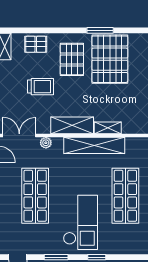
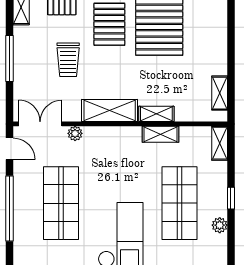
trolley: (41, 87) -> (68, 60), turned 90
shelving: (94, 145) -> (161, 134), width x0.45, depth x0.75

